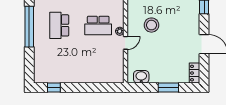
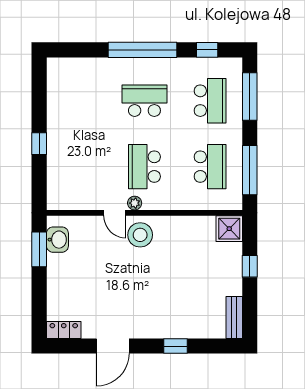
stool: (151, 25) -> (140, 235), moved
window: (54, 88) -> (39, 144), moved
window: (168, 88) -> (39, 249), moved

